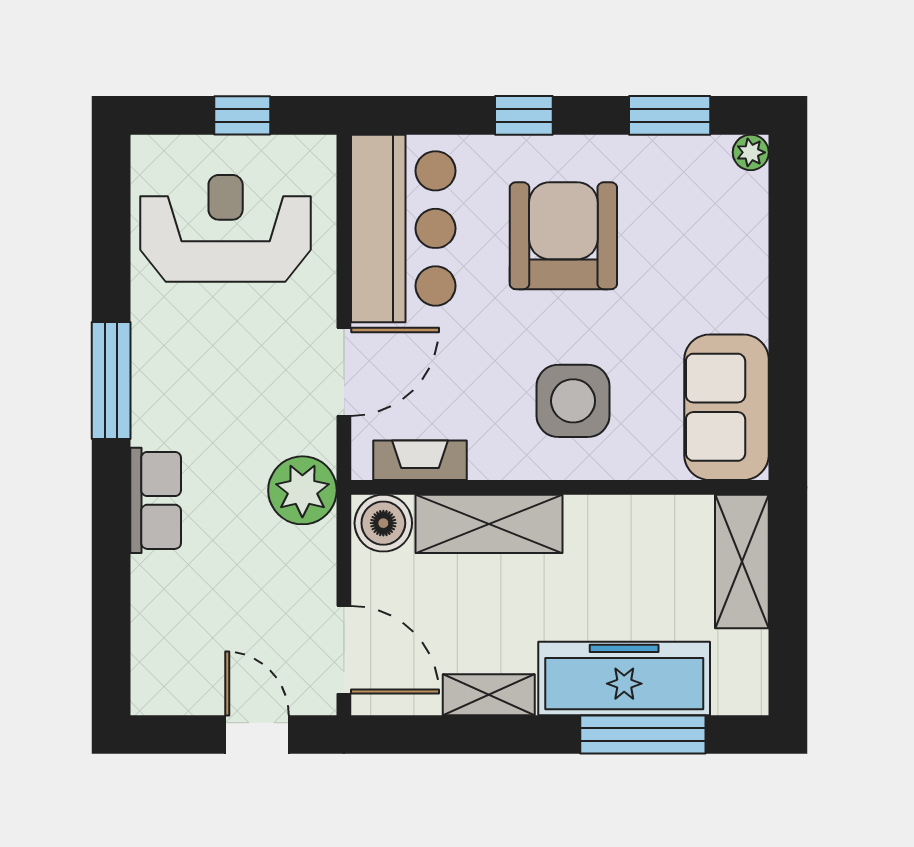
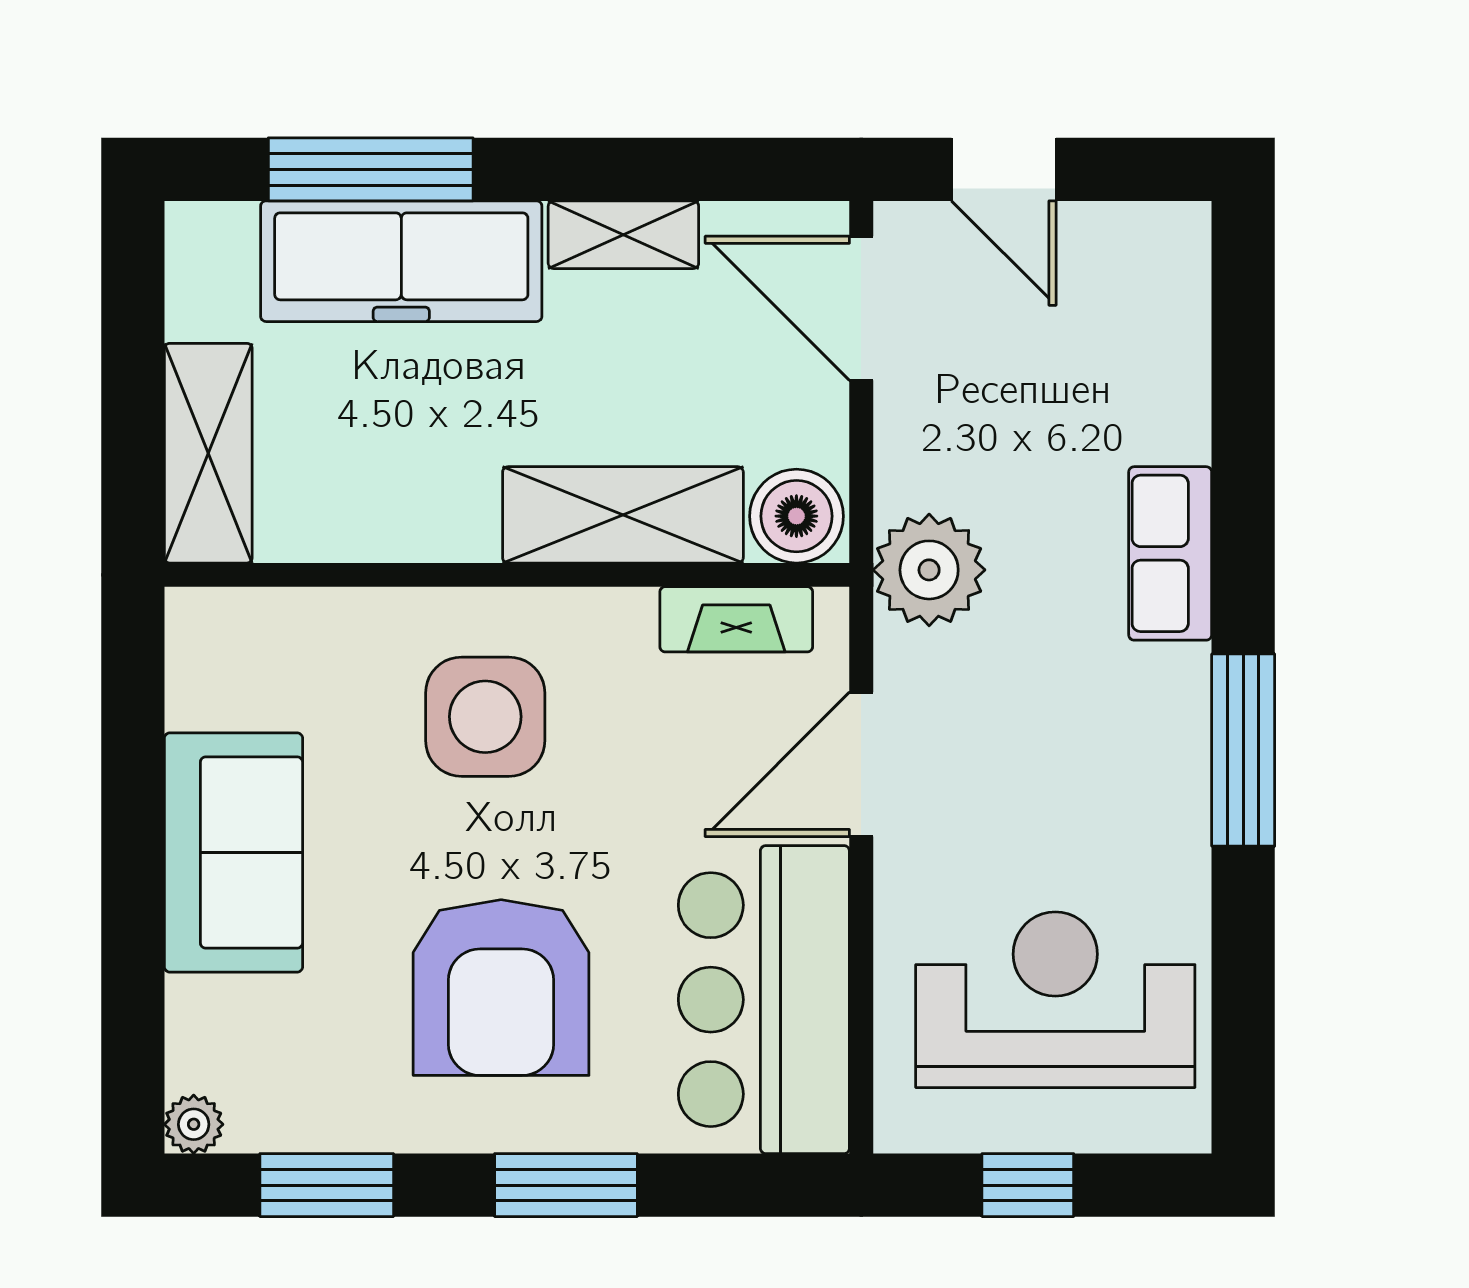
window: (524, 115) -> (566, 1185), width x1.50
reception desk: (226, 228) -> (1055, 1000), turned 180
sofa: (726, 407) -> (233, 853), moved

